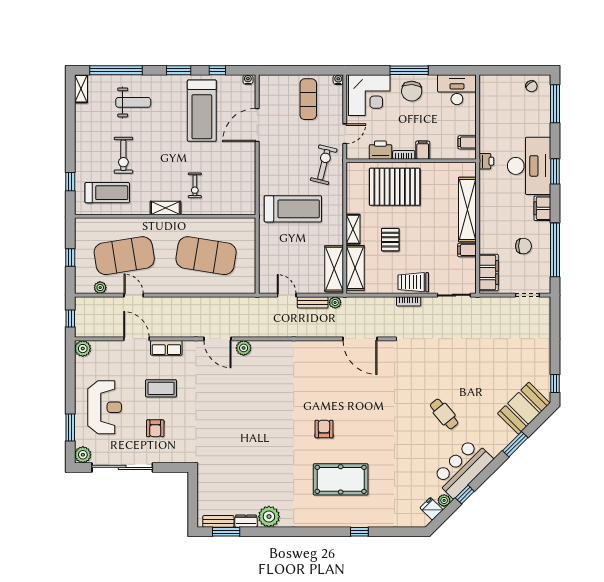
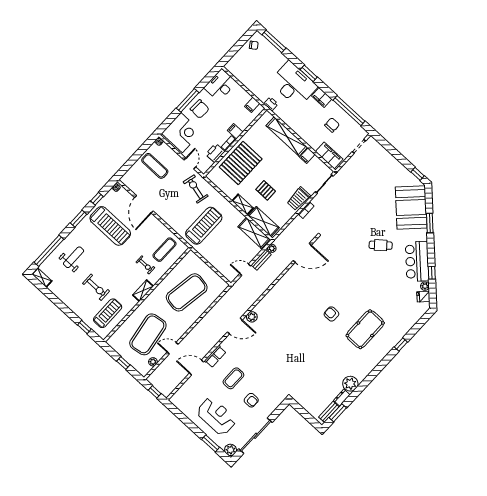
exercise mat: (230, 191) -> (164, 250), added
plant: (83, 349) -> (176, 400), removed
booth: (524, 408) -> (411, 207), width x1.36, depth x1.42

